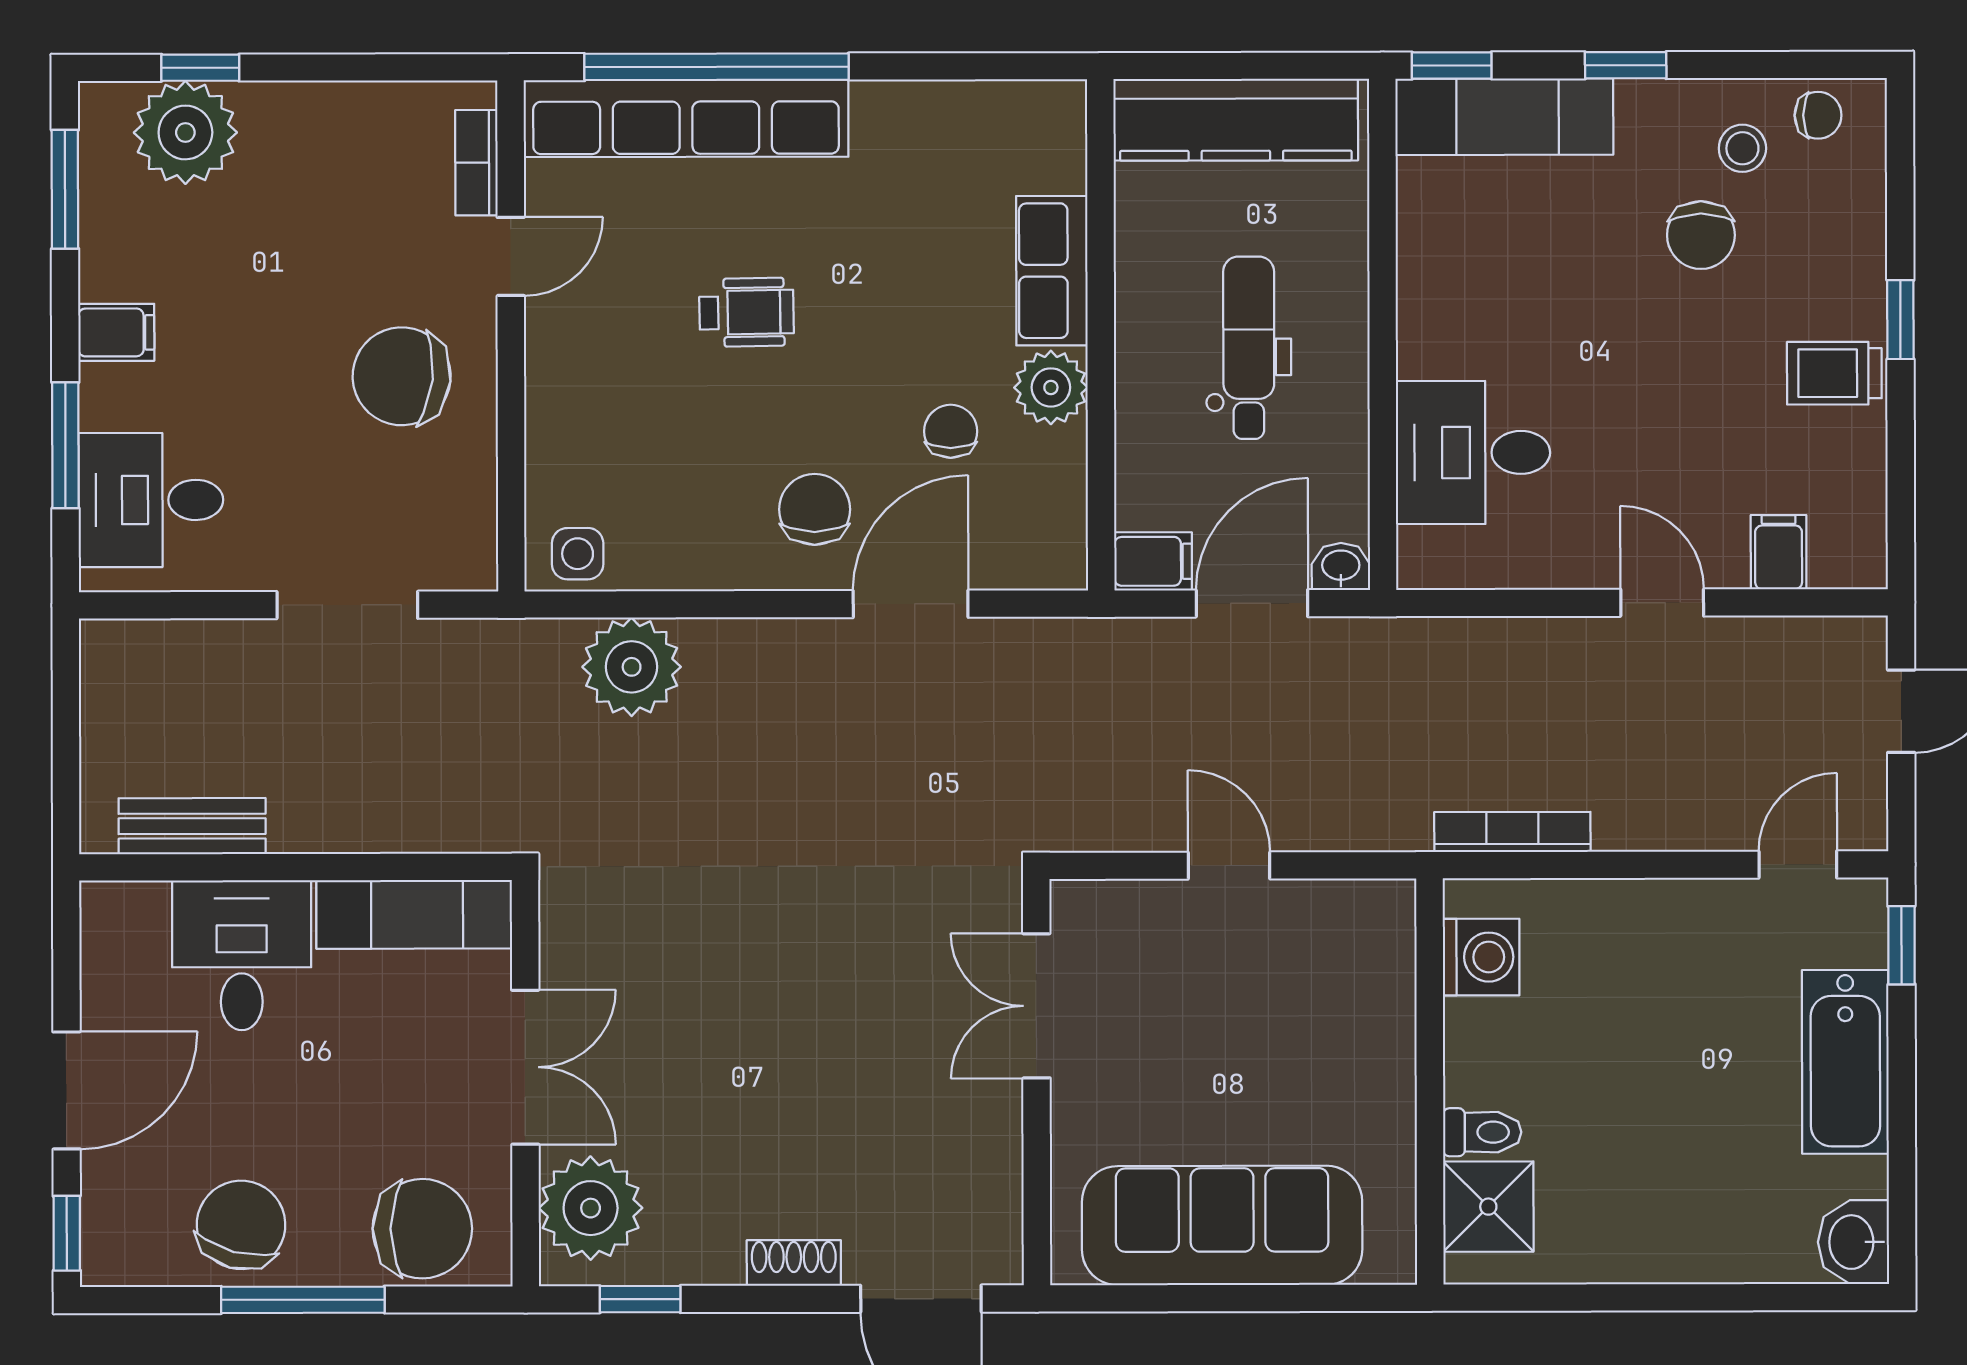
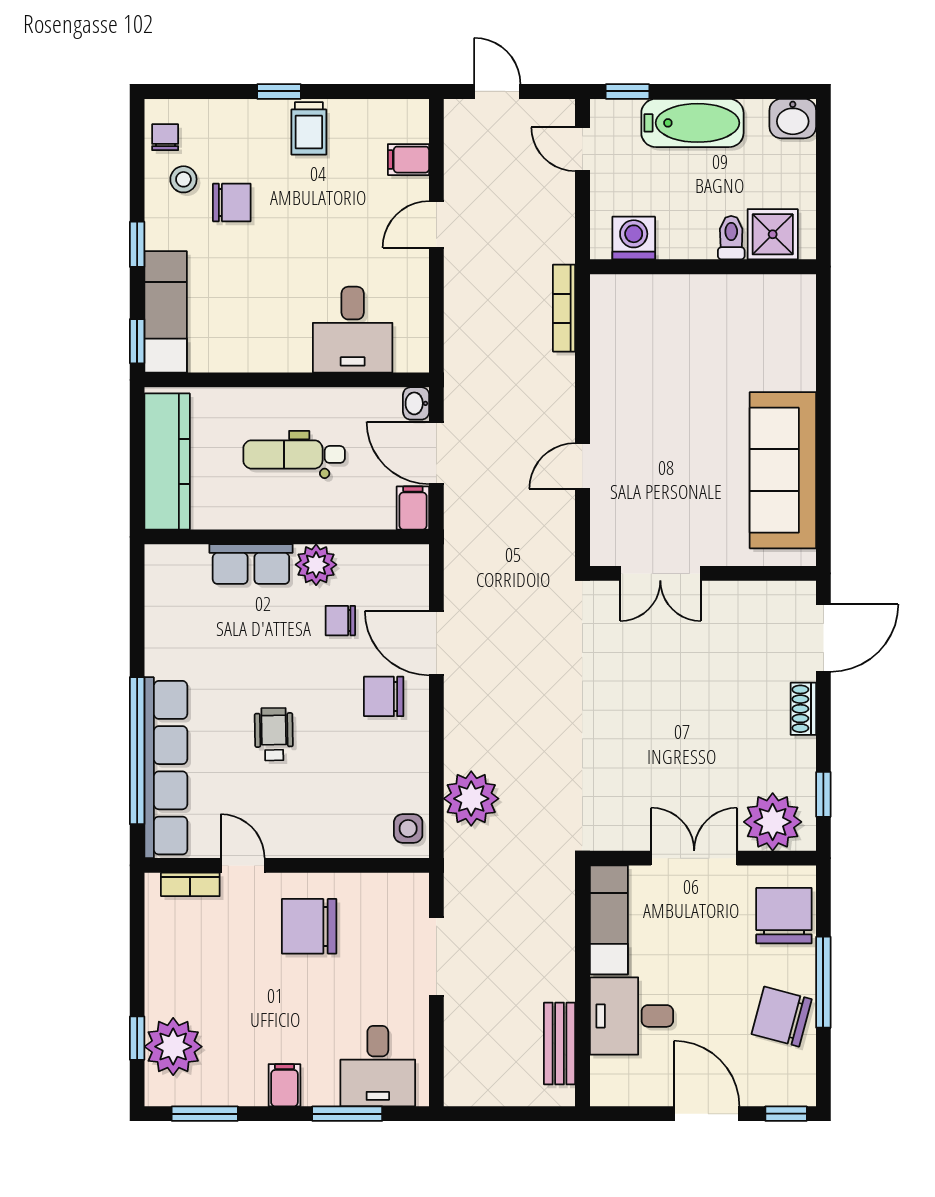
chair: (402, 376) -> (309, 926), turned 84
washing machine: (1481, 957) -> (634, 238), moved
wall: (1430, 1081) -> (703, 267), moved
toilet: (1482, 1132) -> (731, 238), moved
shower: (1488, 1207) -> (773, 234), moved

